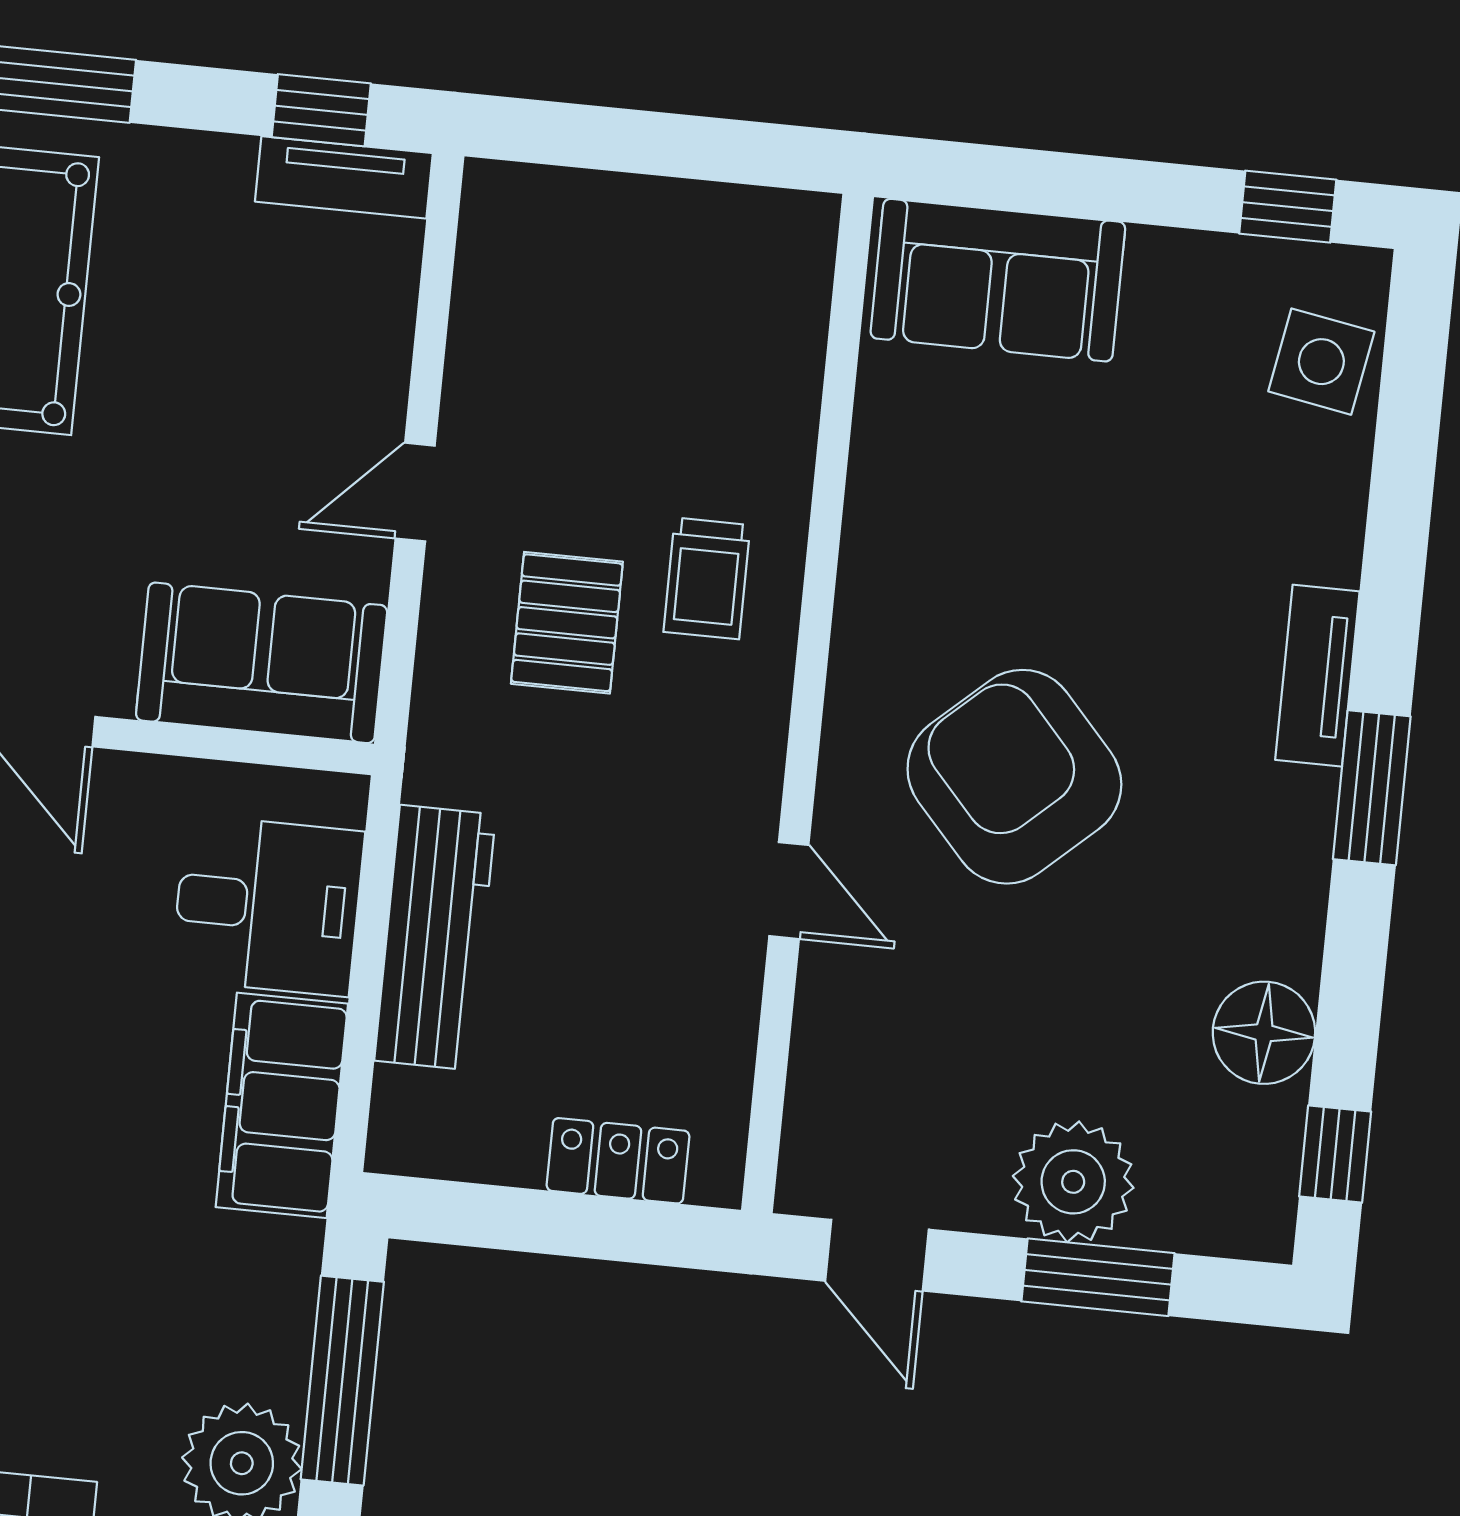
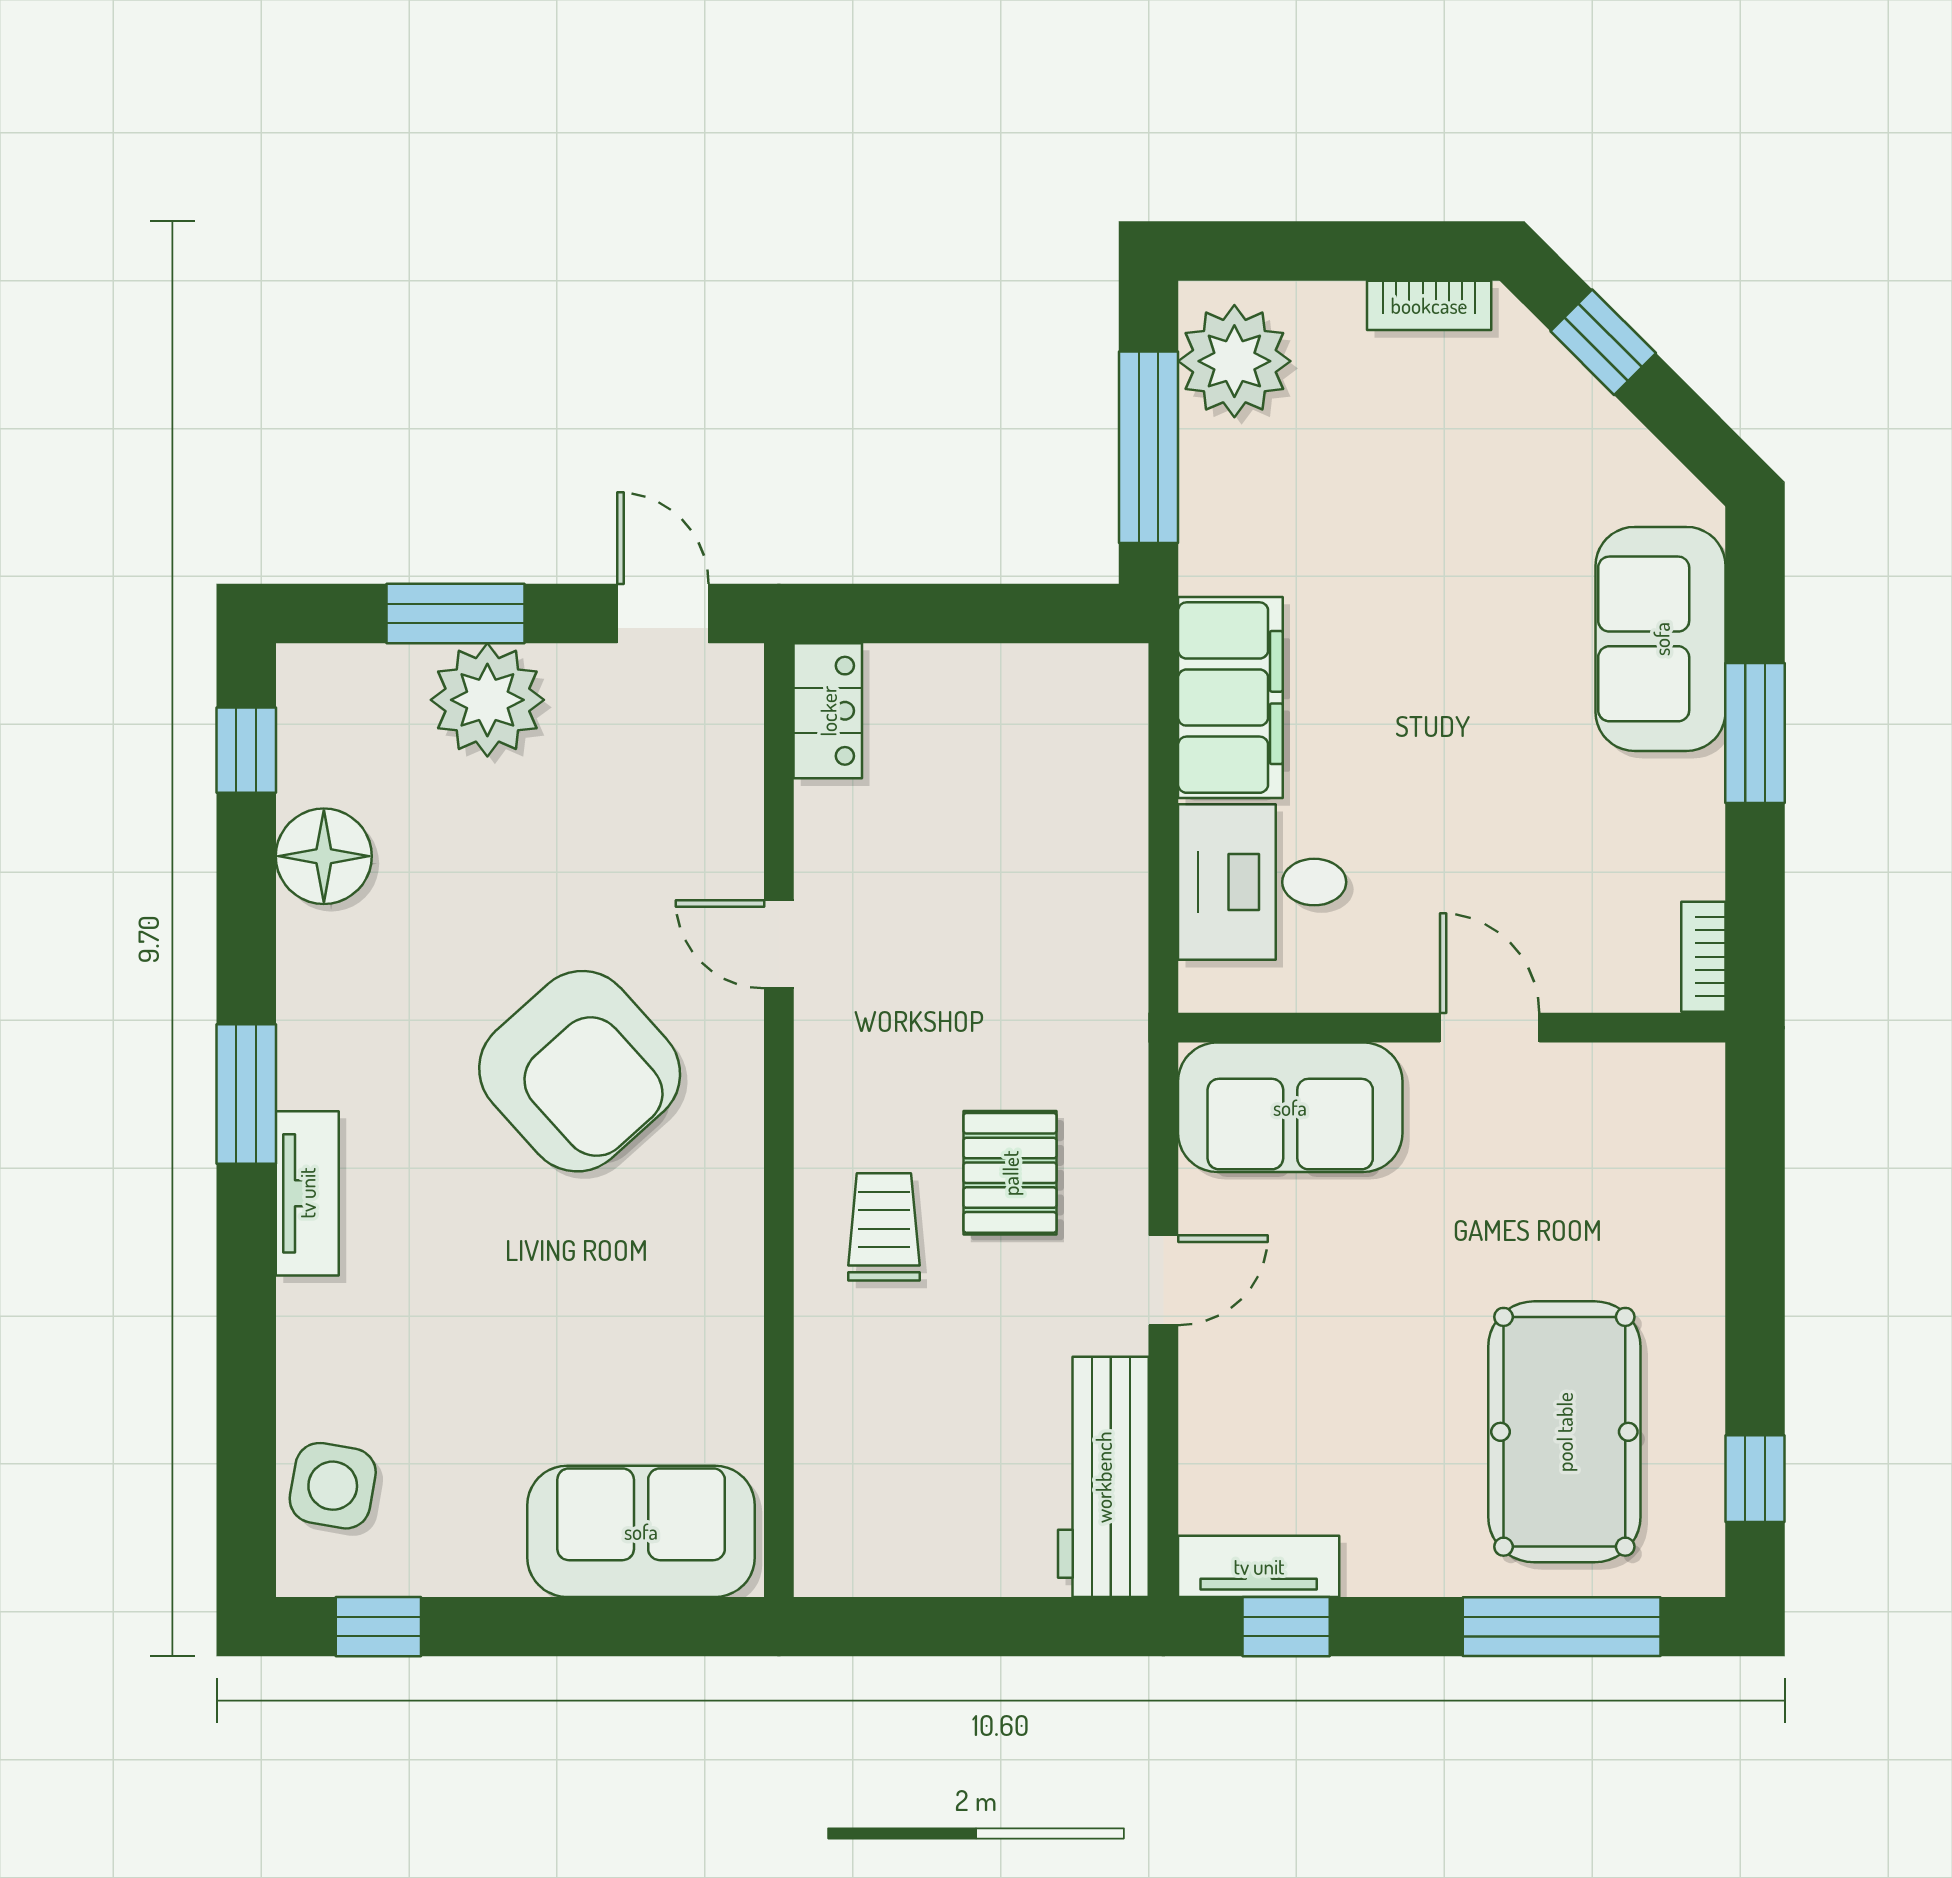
workbench: (435, 938) -> (1103, 1477), moved
locker: (618, 1161) -> (828, 711), moved, turned -90

